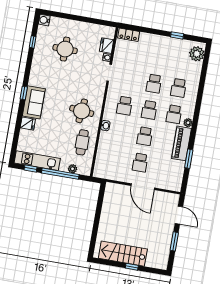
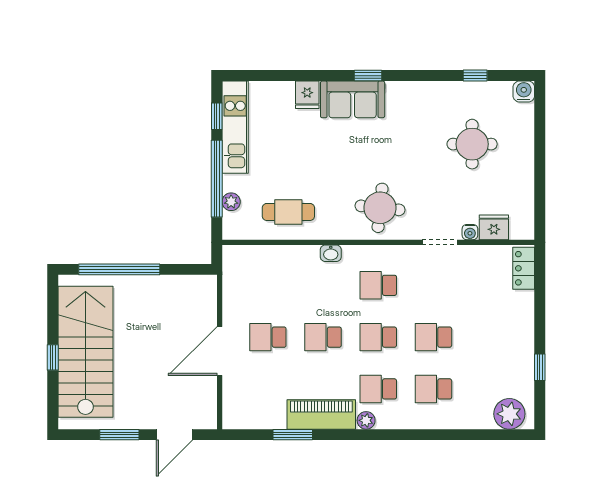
round table: (82, 111) -> (380, 208), moved
window: (95, 228) -> (119, 269), added
stairs: (123, 254) -> (85, 352), width x1.36, depth x1.51

